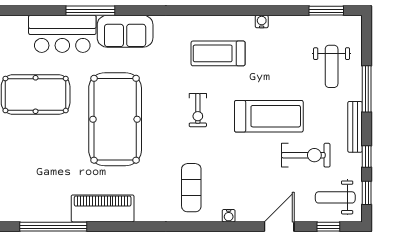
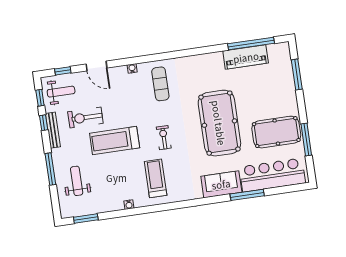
bar counter: (62, 34) -> (272, 175), width x1.36
treadmill: (218, 53) -> (156, 178), turned -90
bench: (355, 127) -> (53, 130), moved
piano: (103, 208) -> (246, 57), moved
door: (279, 227) -> (96, 66), hinge flipped

